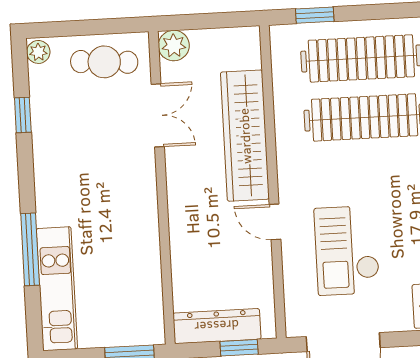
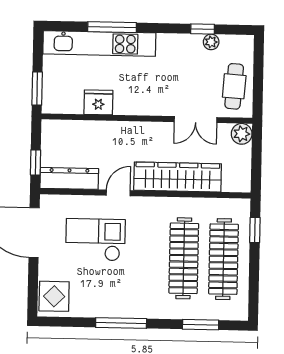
plant: (38, 52) -> (211, 42), moved
fridge: (143, 261) -> (98, 102), added
kitchen unit: (57, 289) -> (99, 43), width x1.36
dresser: (217, 326) -> (69, 178), moved, turned -90

